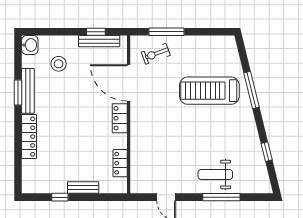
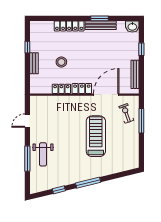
window: (96, 32) -> (141, 49), moved
stool: (59, 64) -> (61, 62), moved
window: (252, 90) -> (88, 183), moved
treadmill: (209, 91) -> (96, 136), moved
locker: (120, 163) -> (61, 89), moved
weight bench: (215, 175) -> (43, 154), turned 180

